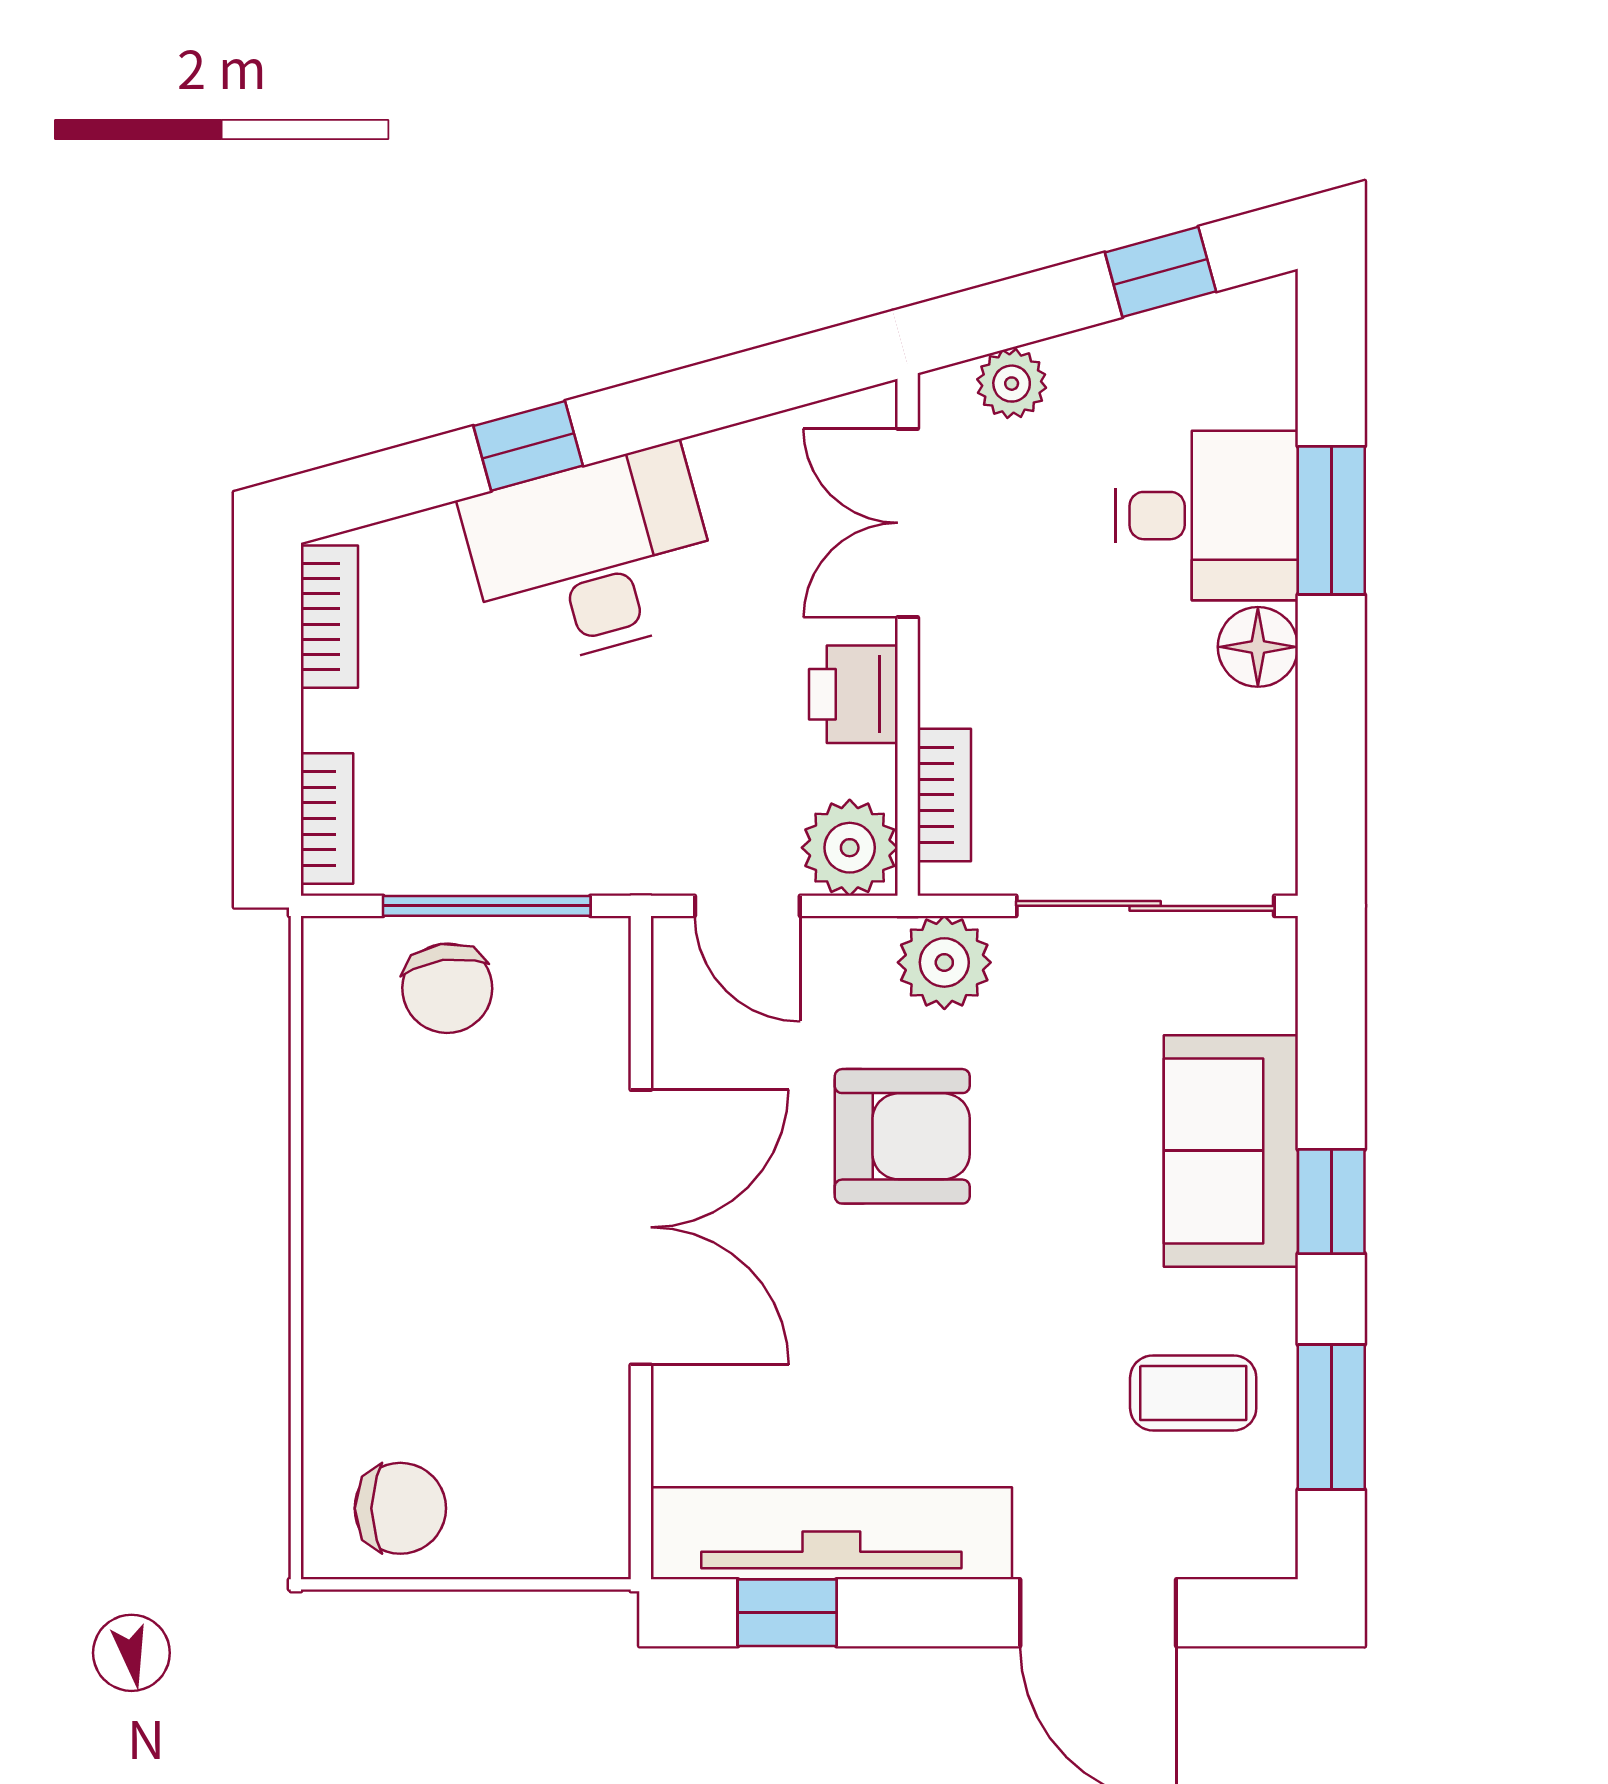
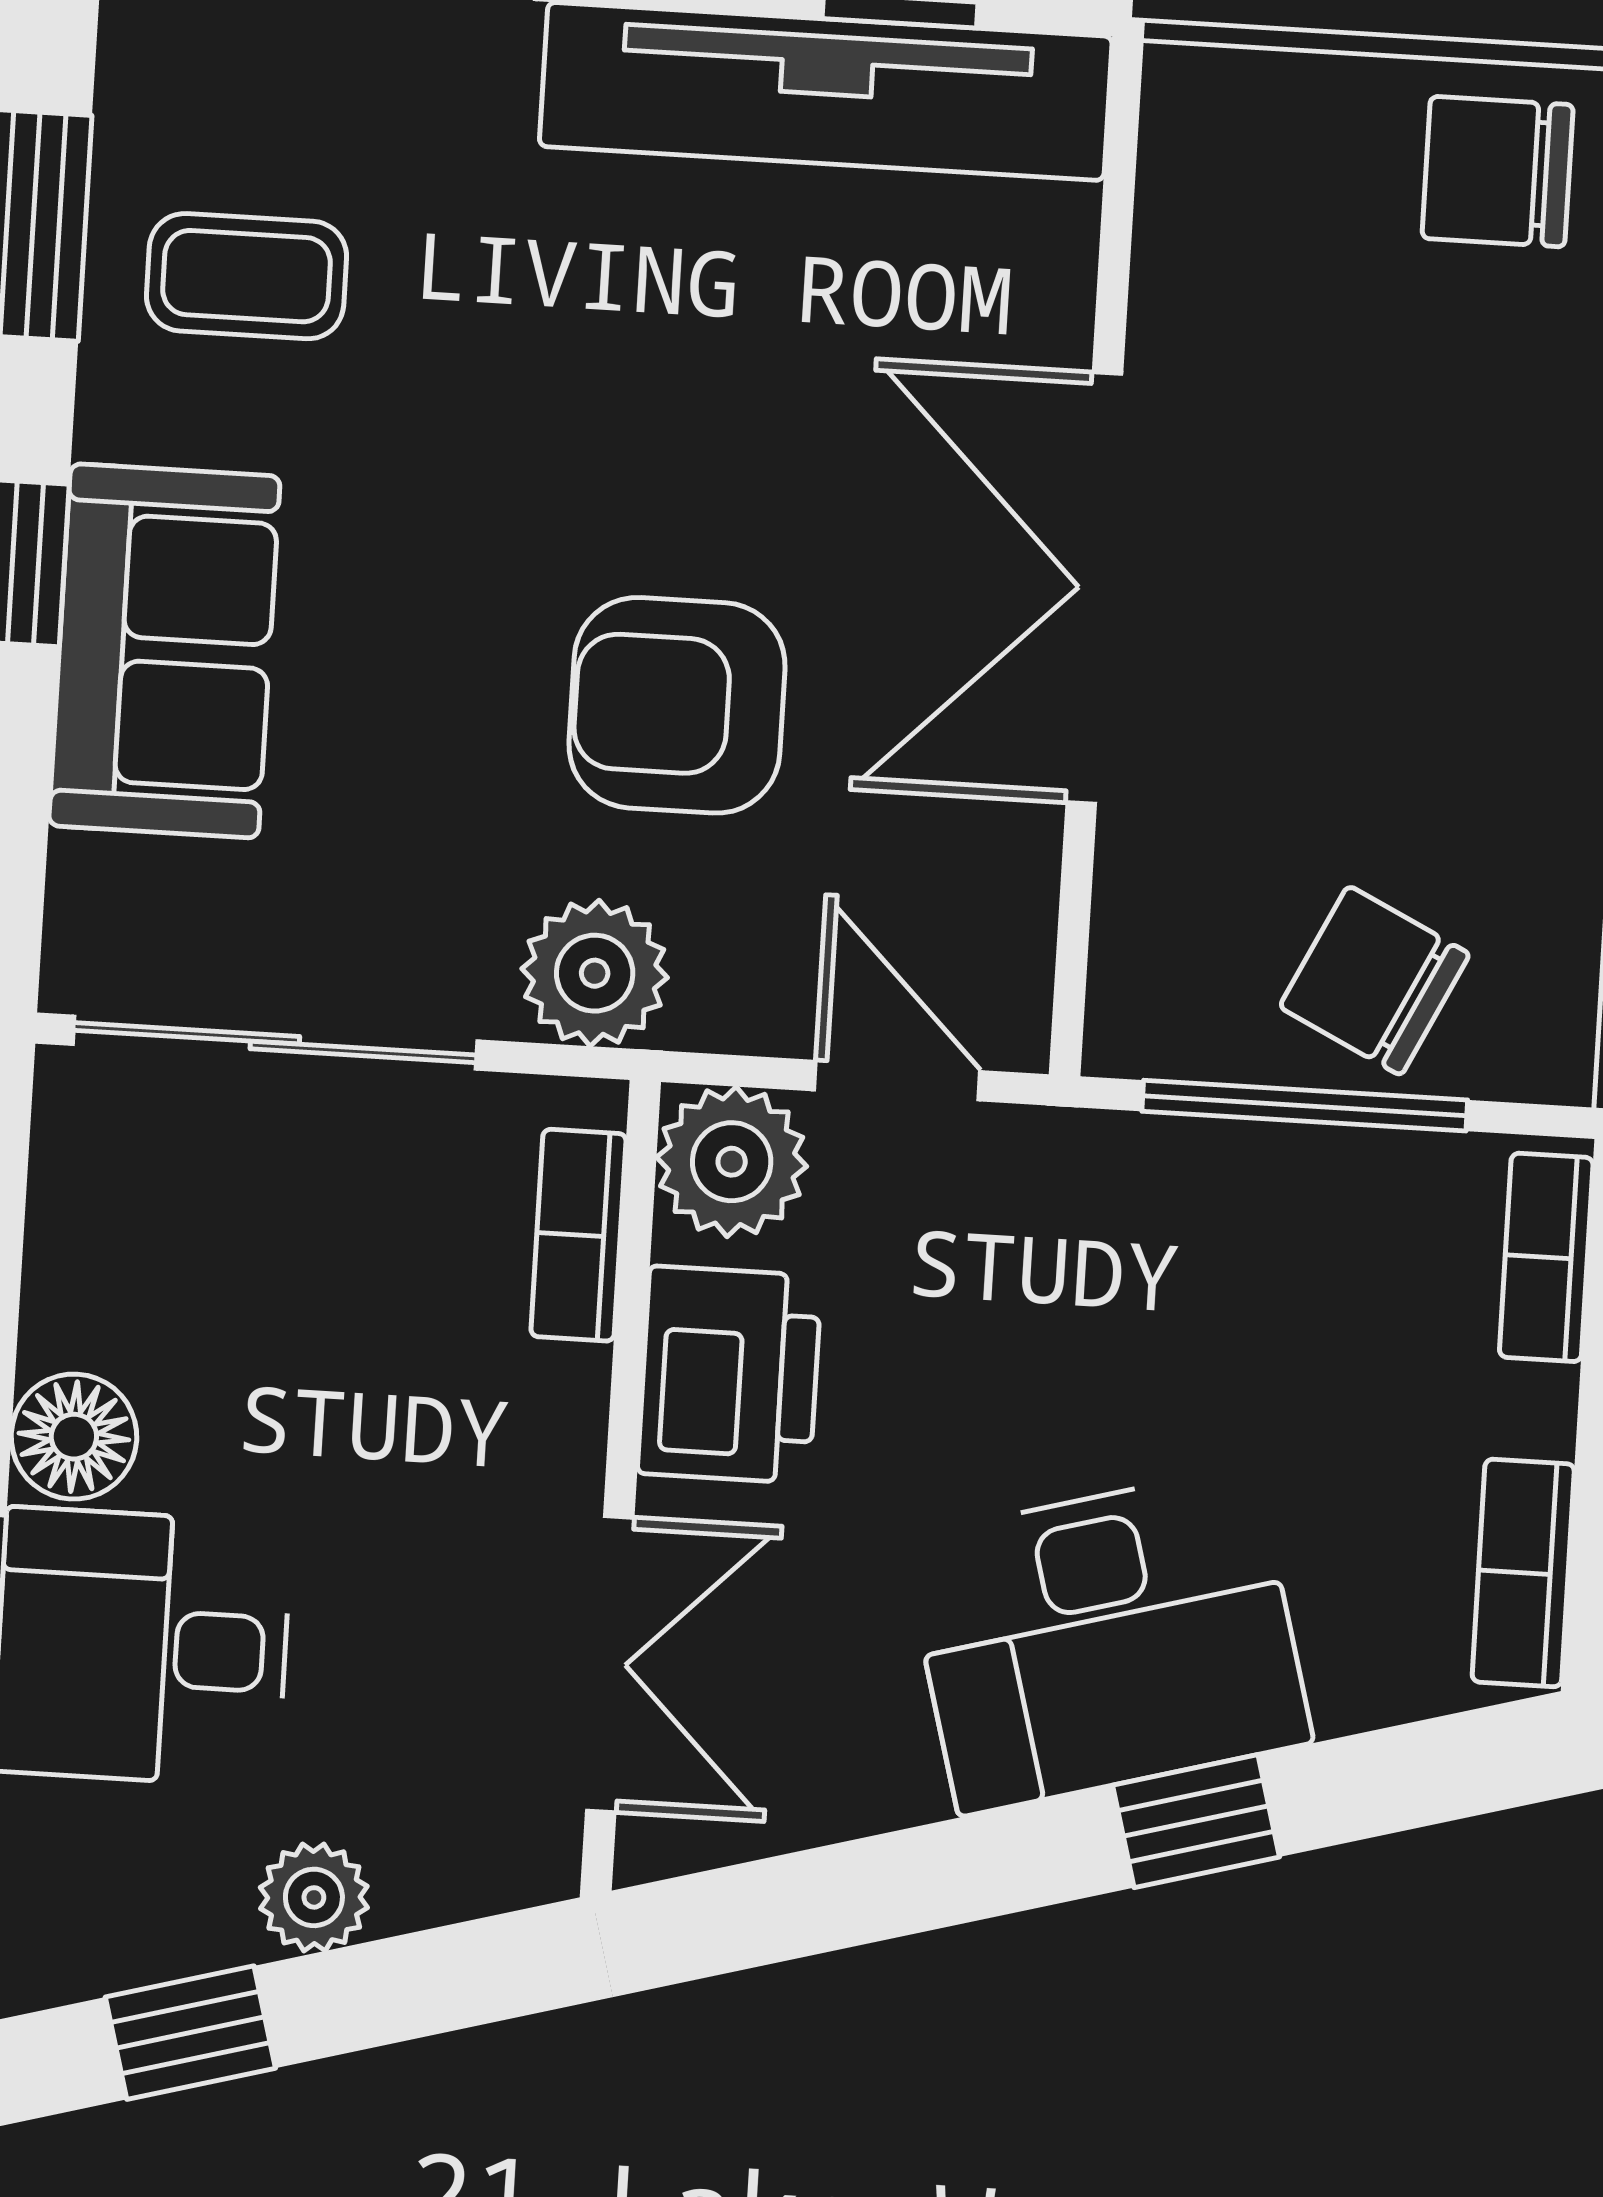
plant: (1012, 384) -> (314, 1897), moved
printer: (853, 694) -> (729, 1375), width x1.36, depth x1.24
chair: (447, 988) -> (1374, 980), turned -56

